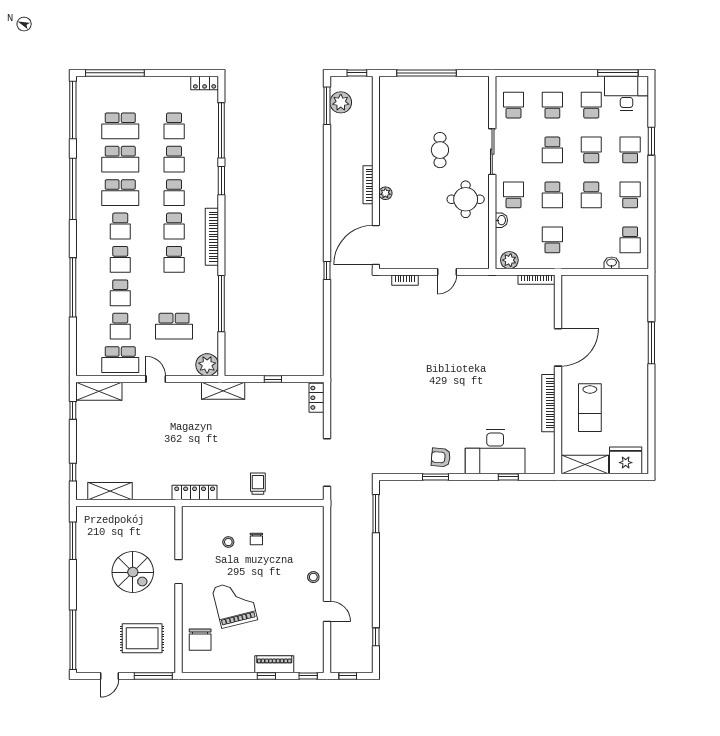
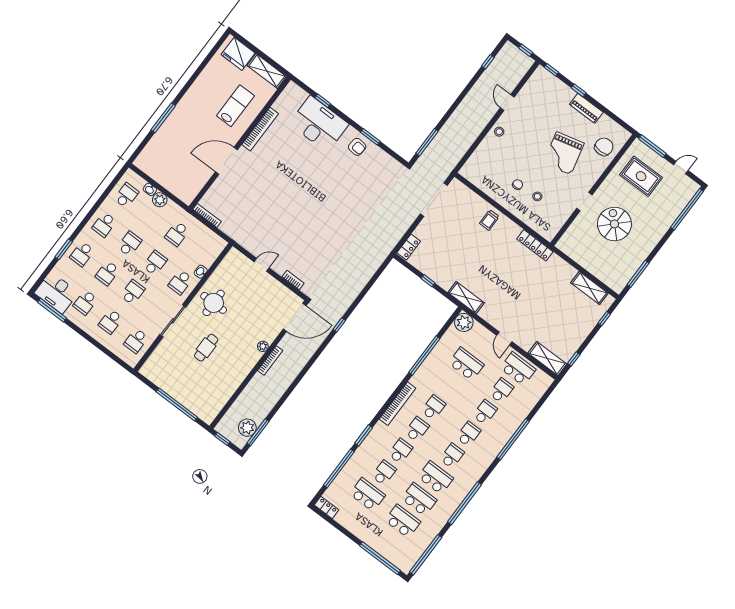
school desk: (174, 126) -> (368, 495), width x1.85
plant: (509, 260) -> (160, 200), moved
piano: (274, 664) -> (586, 108), moved

